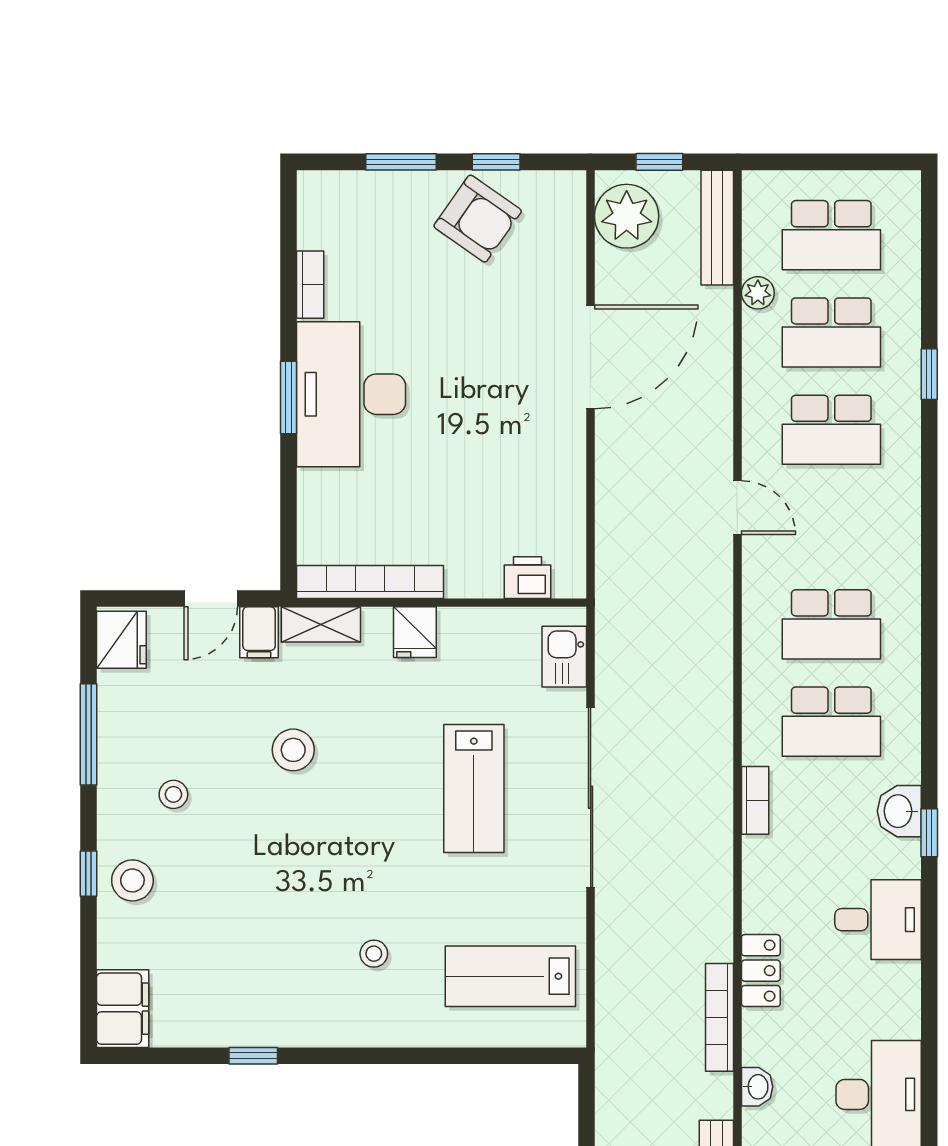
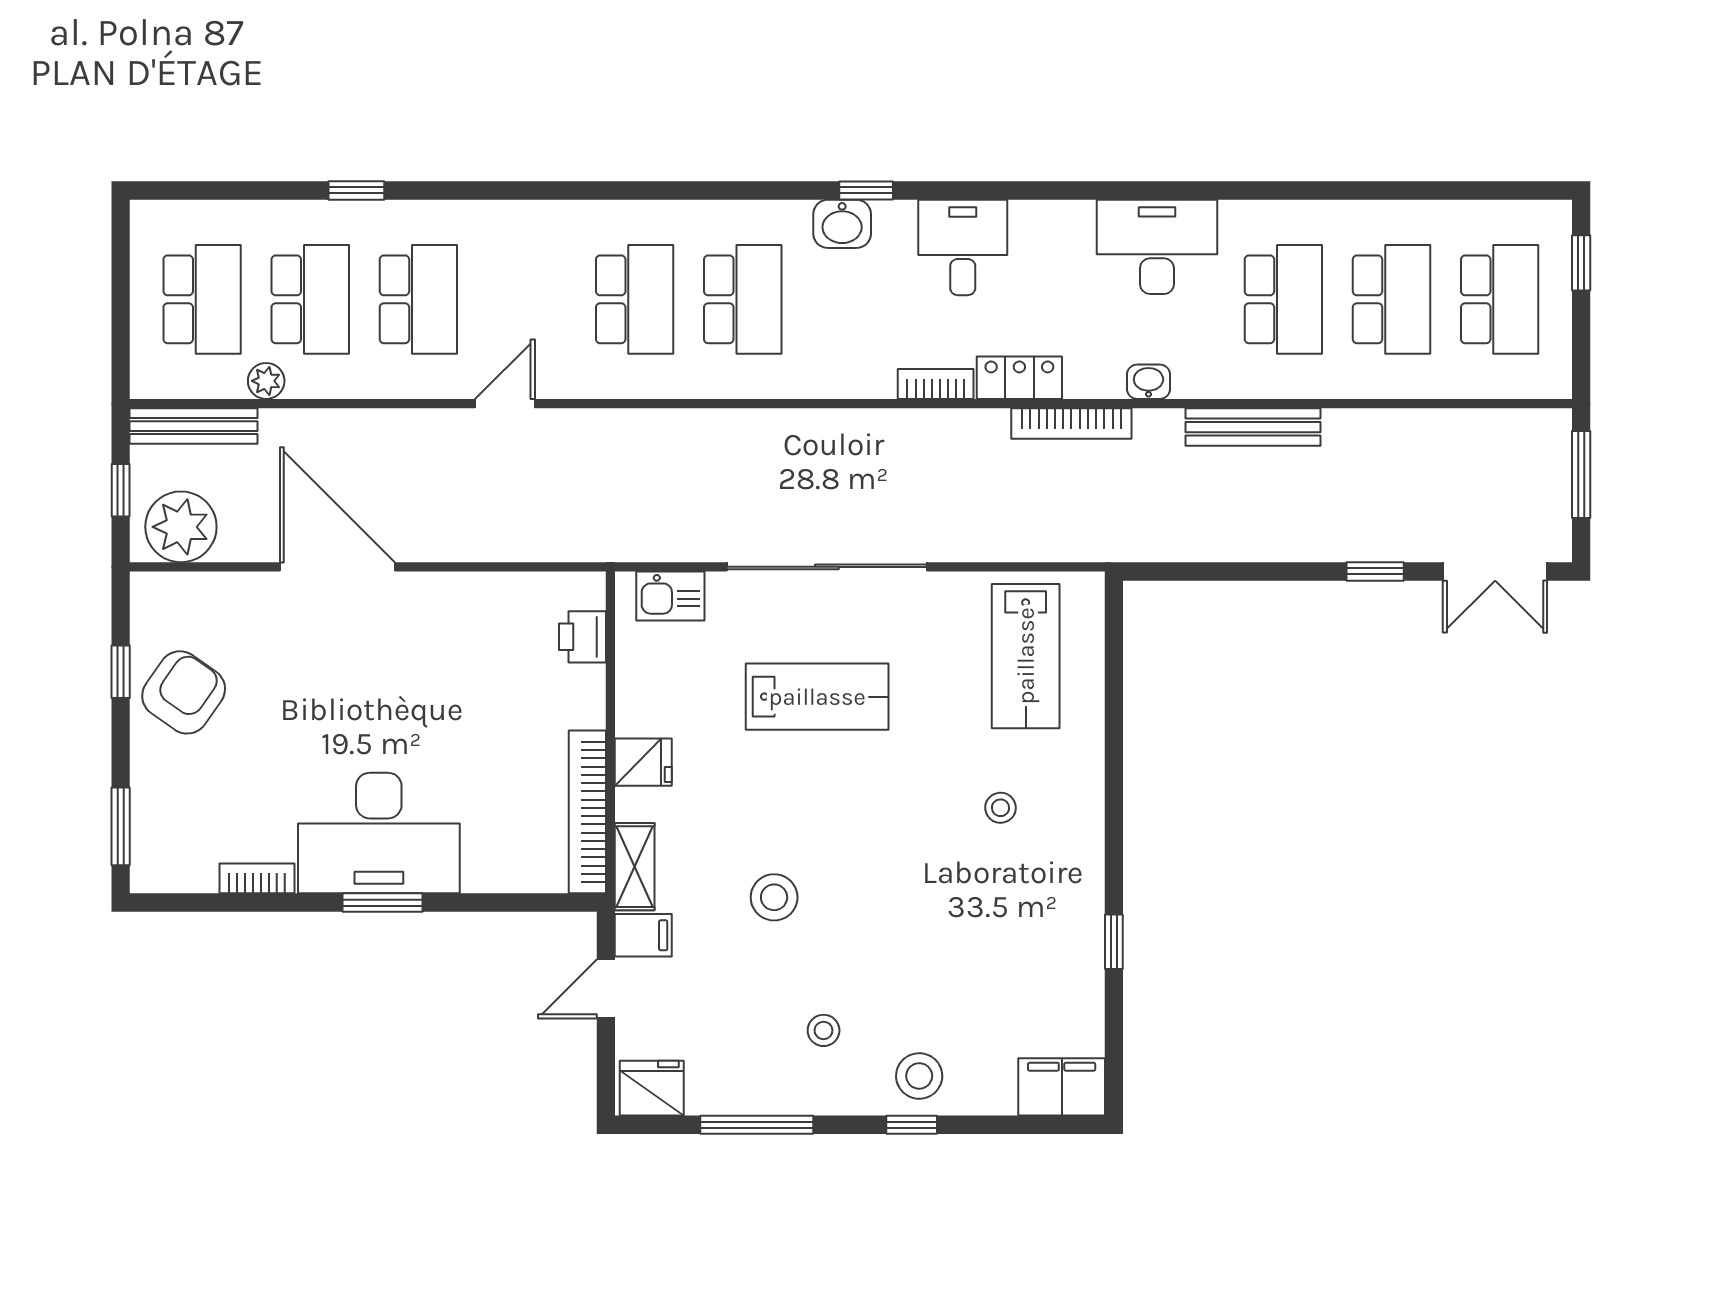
window: (401, 162) -> (121, 826), moved
door: (211, 599) -> (606, 989), swing flipped
bookcase: (755, 800) -> (936, 384), moved

